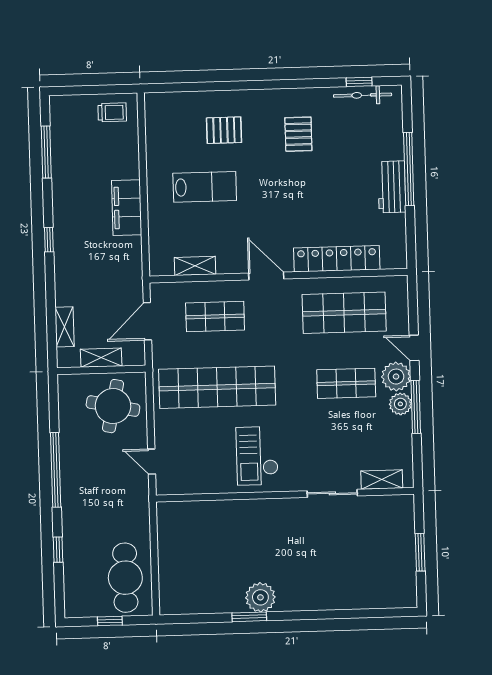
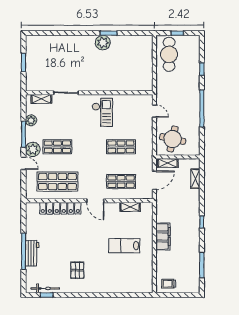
pallet: (224, 130) -> (114, 273), removed
workbench: (392, 187) -> (32, 253), moved
shelving: (101, 358) -> (168, 163), moved
shop shelf: (217, 387) -> (121, 147), width x0.50, depth x0.74
plant: (400, 404) -> (31, 120), moved

